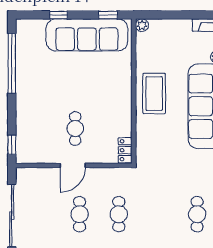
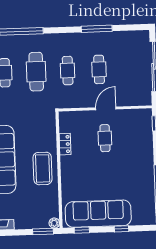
window: (156, 15) -> (43, 232), added
locker: (125, 150) -> (65, 144), moved
cafe table: (158, 214) -> (36, 72), added

